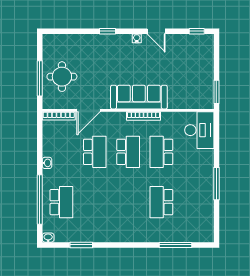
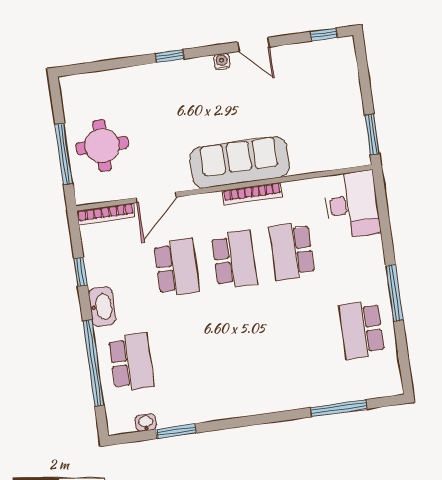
window: (40, 147) -> (81, 272), added
washbasin: (47, 163) -> (102, 307), width x1.91, depth x1.45
school desk: (161, 202) -> (362, 330), moved
washbasin: (48, 238) -> (146, 423), moved

